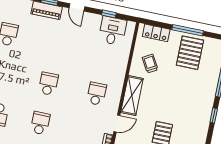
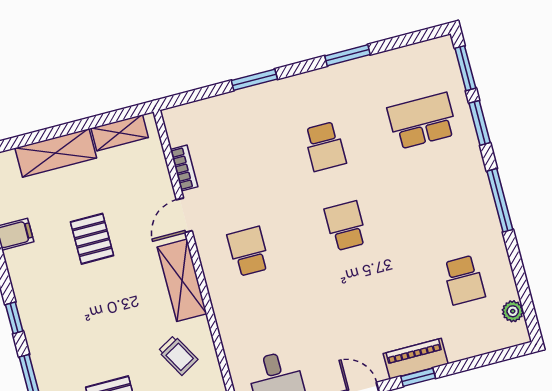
school desk: (48, 84) -> (346, 226), turned 180
school desk: (97, 94) -> (248, 251), turned 180

